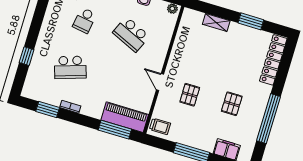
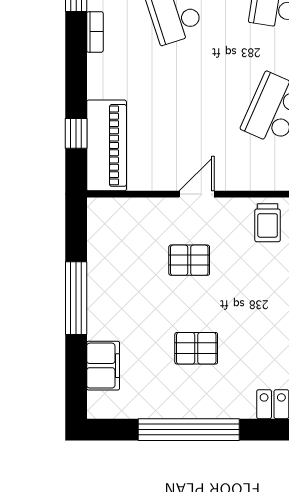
trolley: (160, 126) -> (268, 223), moved
window: (115, 130) -> (76, 133), width x0.46

